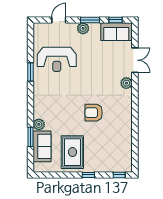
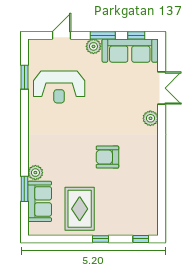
sofa: (116, 32) -> (130, 51), width x1.36
window: (30, 72) -> (24, 77), moved

